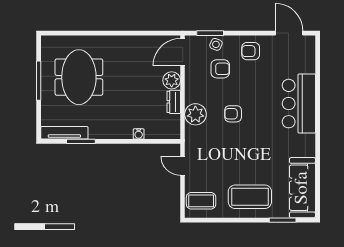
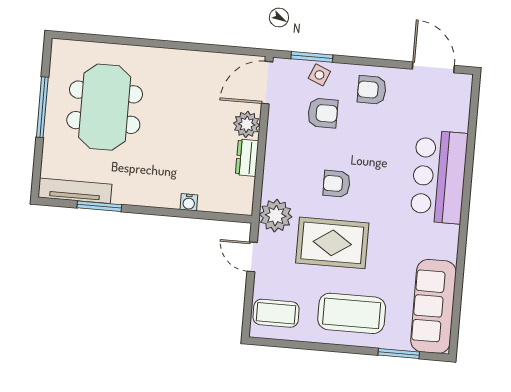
plant: (195, 114) -> (276, 216), moved
rug: (234, 152) -> (332, 243), added

